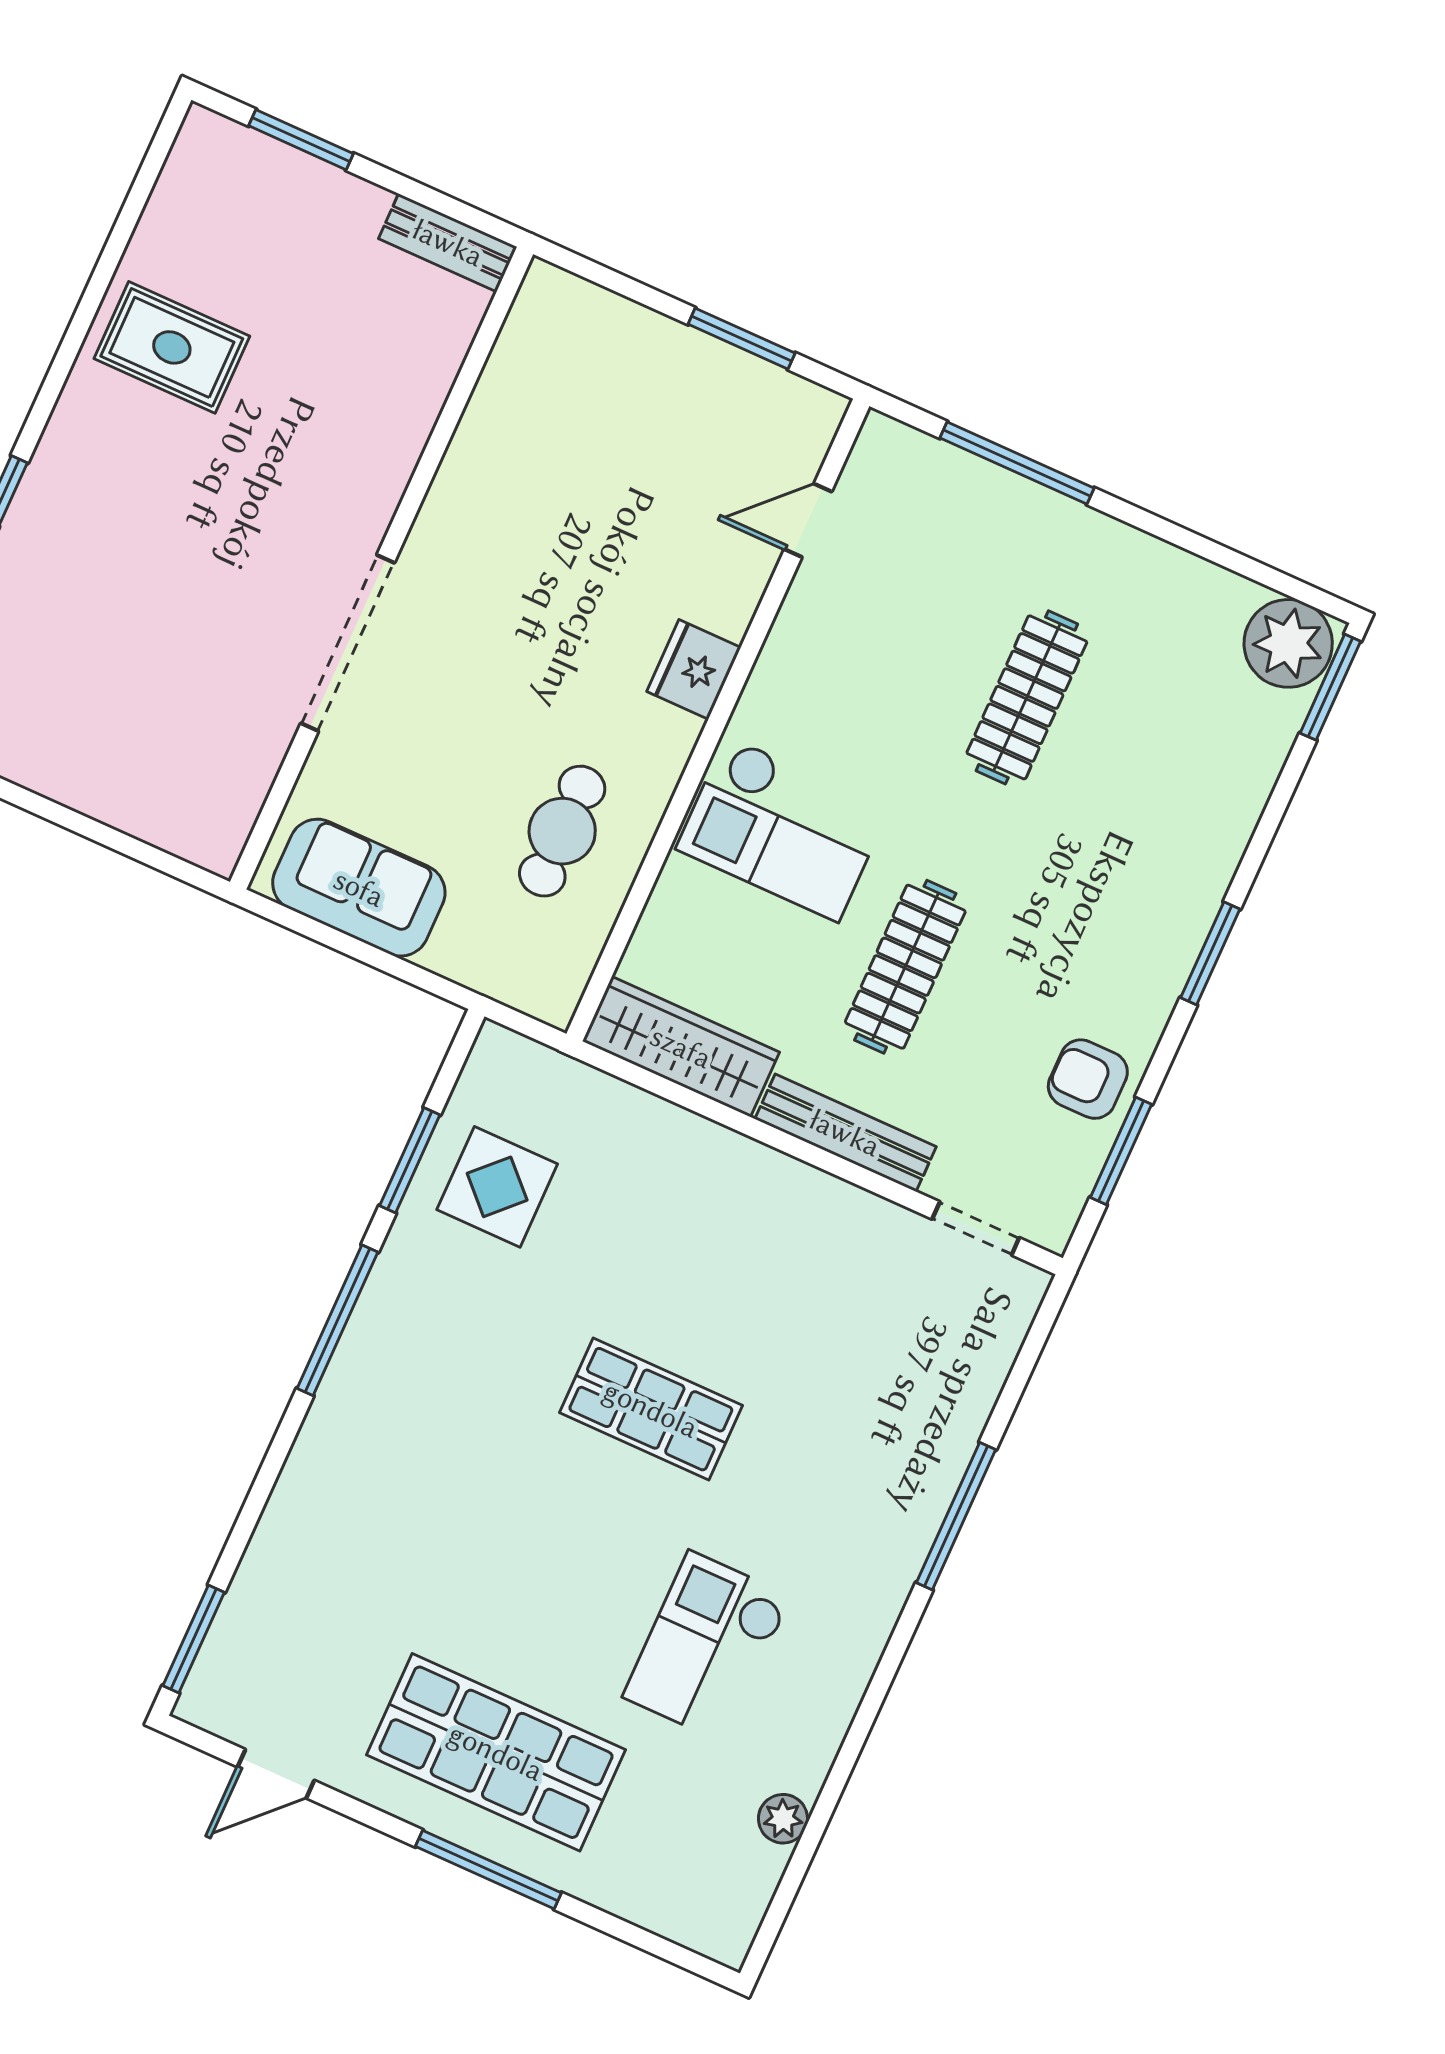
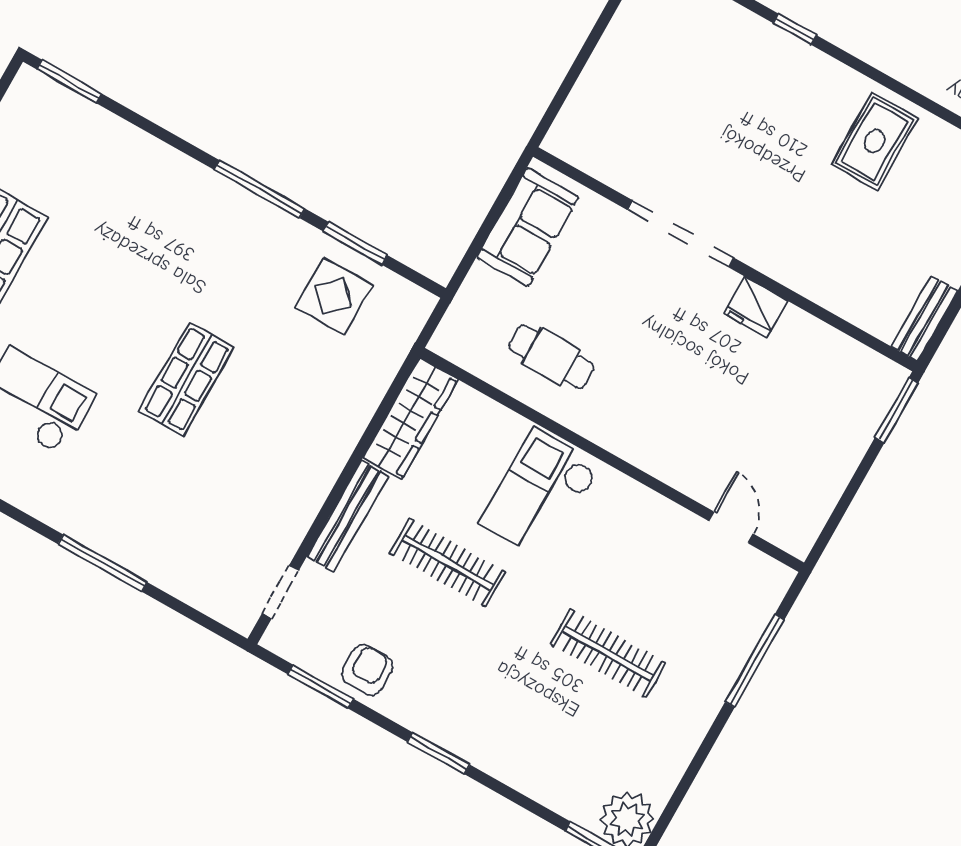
window: (742, 339) -> (896, 410), moved
fridge: (694, 669) -> (756, 307), moved, turned 180

